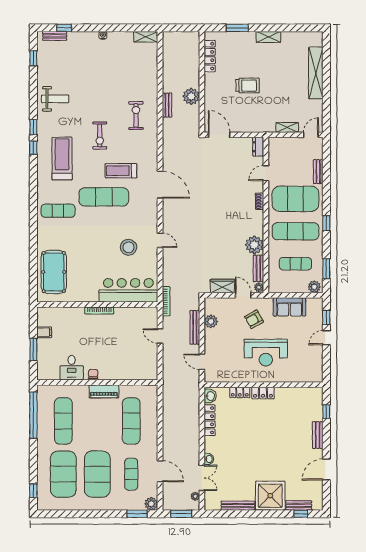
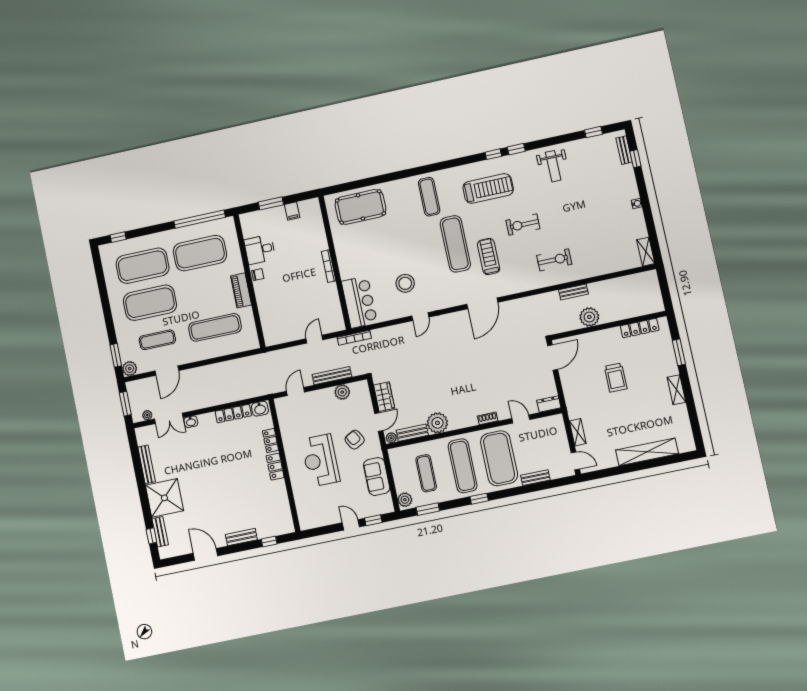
bar counter: (128, 290) -> (359, 302), width x0.73
exercise mat: (63, 421) -> (200, 253), width x1.47

